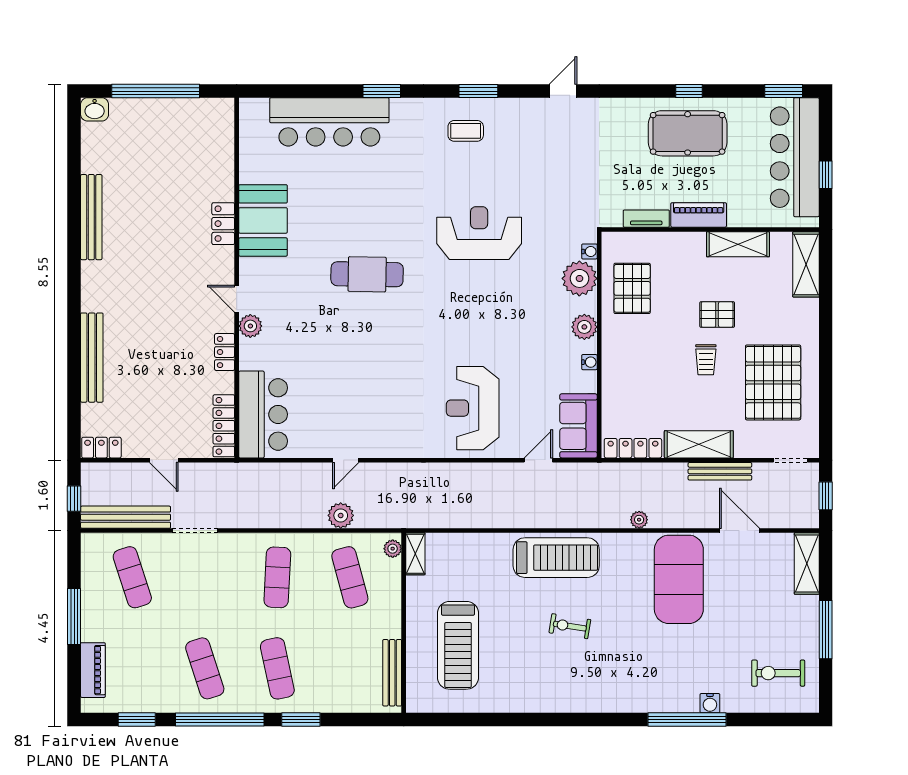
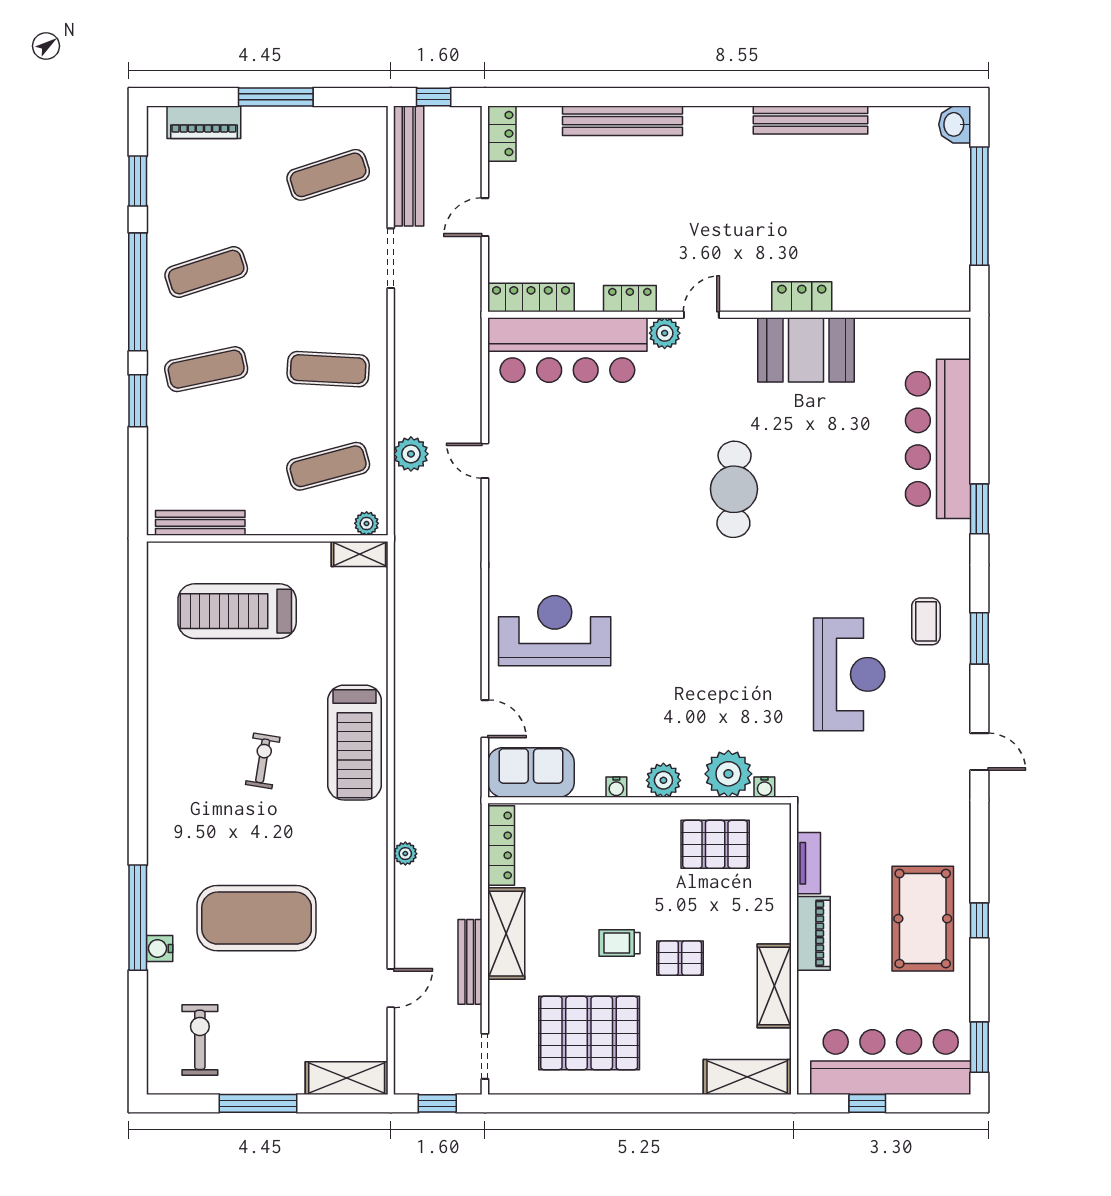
reception desk: (479, 233) -> (849, 674), moved
pallet: (717, 314) -> (680, 958), turned 90
bar counter: (263, 414) -> (567, 350), width x1.36
door: (740, 531) -> (391, 988), width x0.73
exercise mat: (679, 579) -> (257, 918), moved

